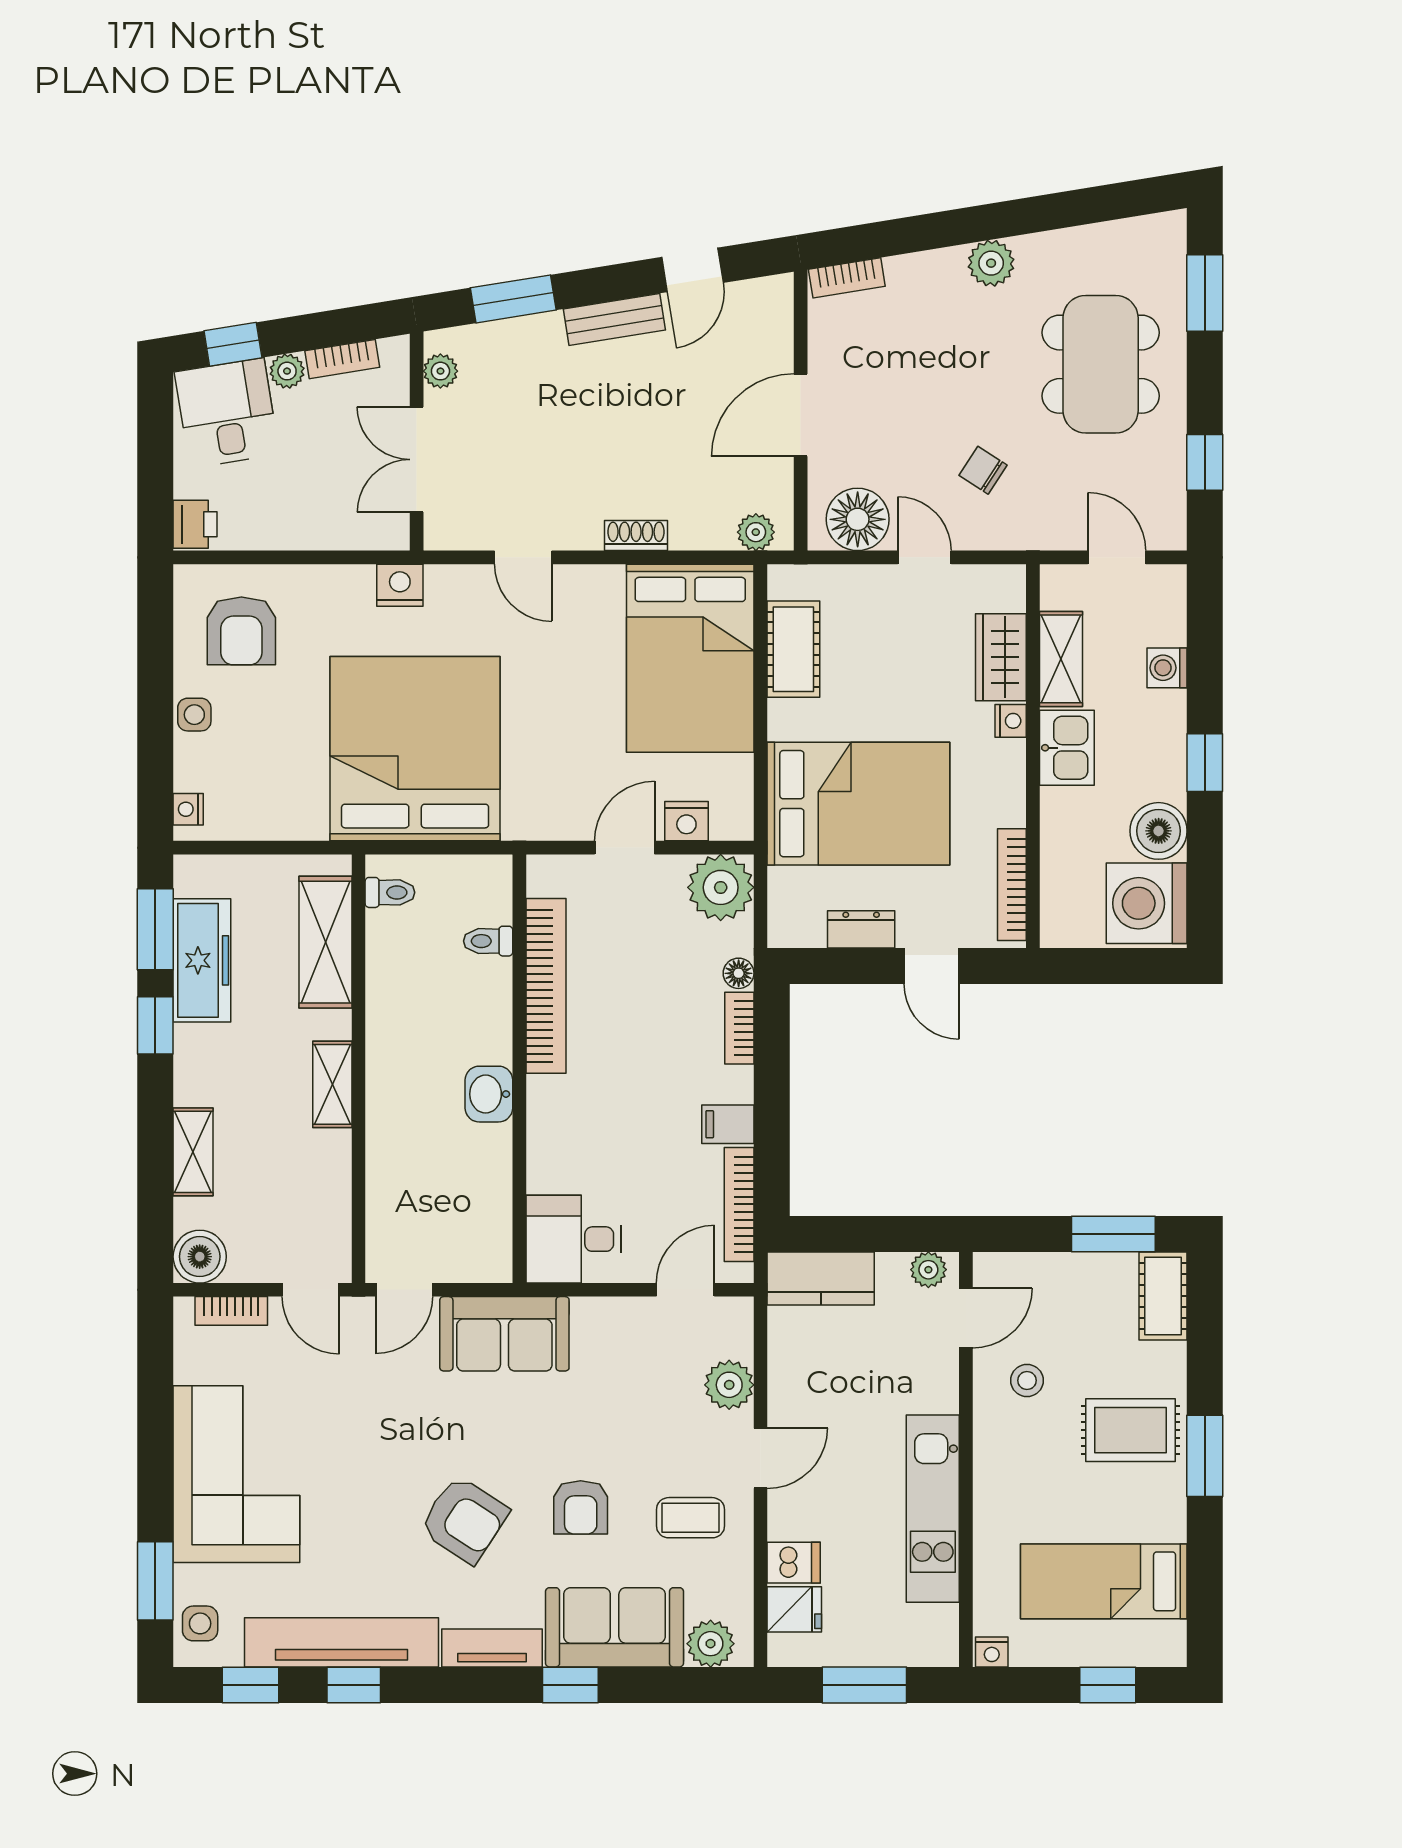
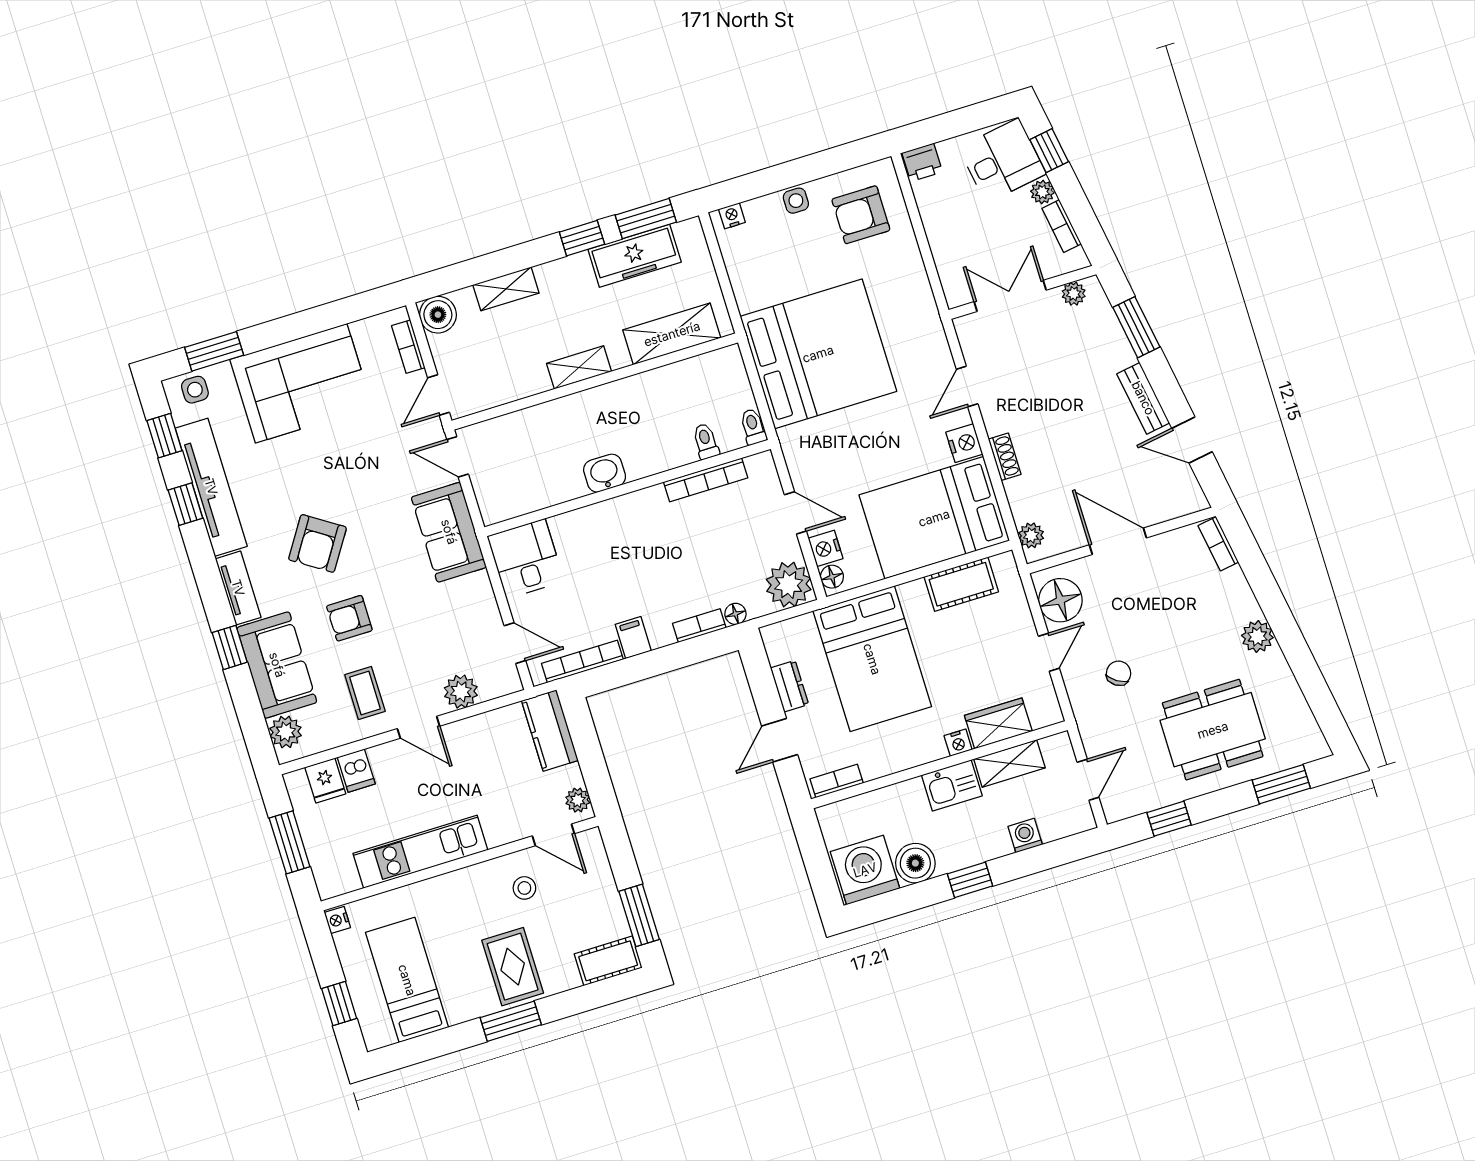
nightstand: (400, 585) -> (964, 443), moved
floor lamp: (728, 824) -> (832, 577), added
bookcase: (1012, 885) -> (837, 781), width x0.64
toilet: (390, 892) -> (753, 427), moved, turned 180
bookcase: (546, 986) -> (706, 480), width x0.68, depth x0.76

